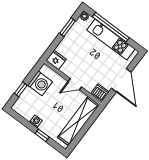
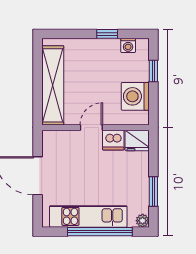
dishwasher: (100, 93) -> (113, 140), moved
washing machine: (36, 121) -> (128, 45), moved
window: (42, 135) -> (107, 34), moved

